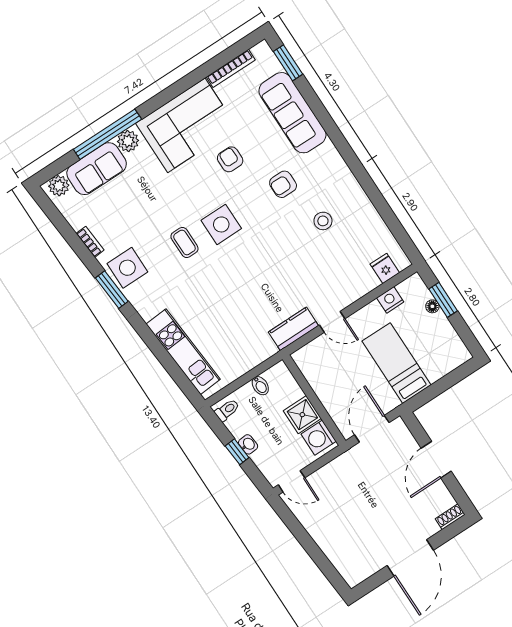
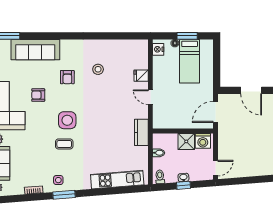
side table: (127, 268) -> (58, 180), width x0.54, depth x0.54
fridge: (385, 268) -> (141, 76), moved
nightstand: (390, 300) -> (158, 49), moved
window: (443, 300) -> (187, 36), moved
door: (332, 322) -> (150, 97), swing flipped
kitchen counter: (293, 329) -> (141, 132), moved
bed: (397, 363) -> (190, 61), moved, turned -90
door: (372, 429) -> (215, 112), hinge flipped

